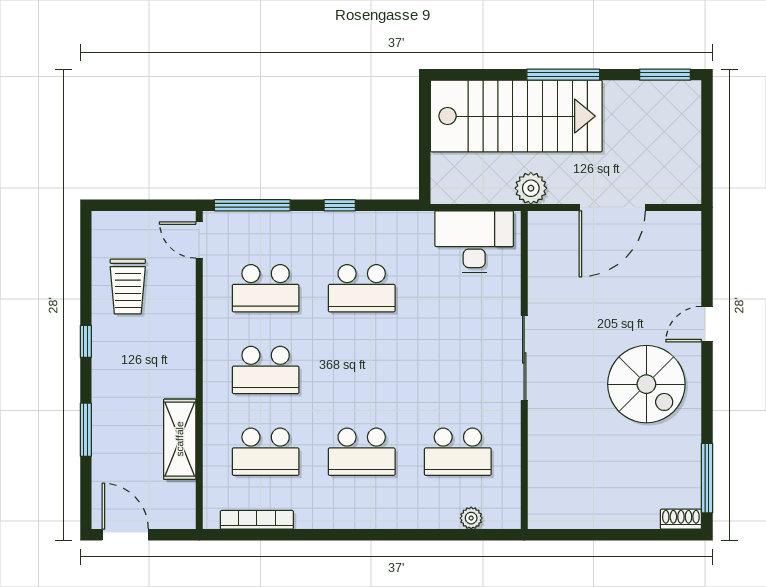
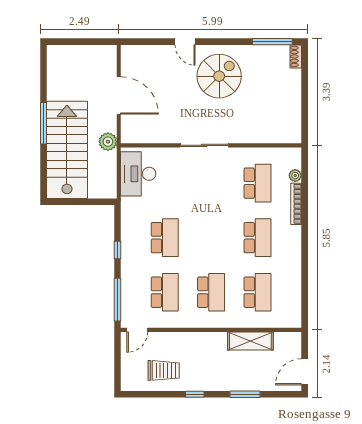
window: (665, 75) -> (43, 65), removed
bookcase: (257, 520) -> (296, 204), moved

